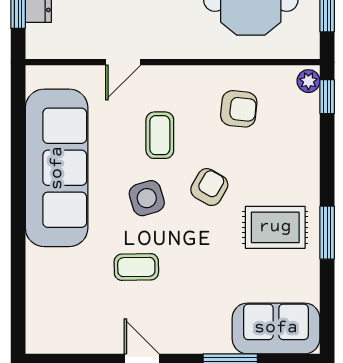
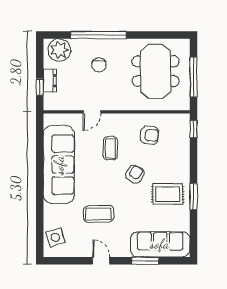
plant: (308, 81) -> (184, 121), removed
side table: (147, 198) -> (55, 237), moved
coffee table: (136, 267) -> (99, 214), width x1.36, depth x1.30
sofa: (276, 328) -> (160, 244), width x1.36

